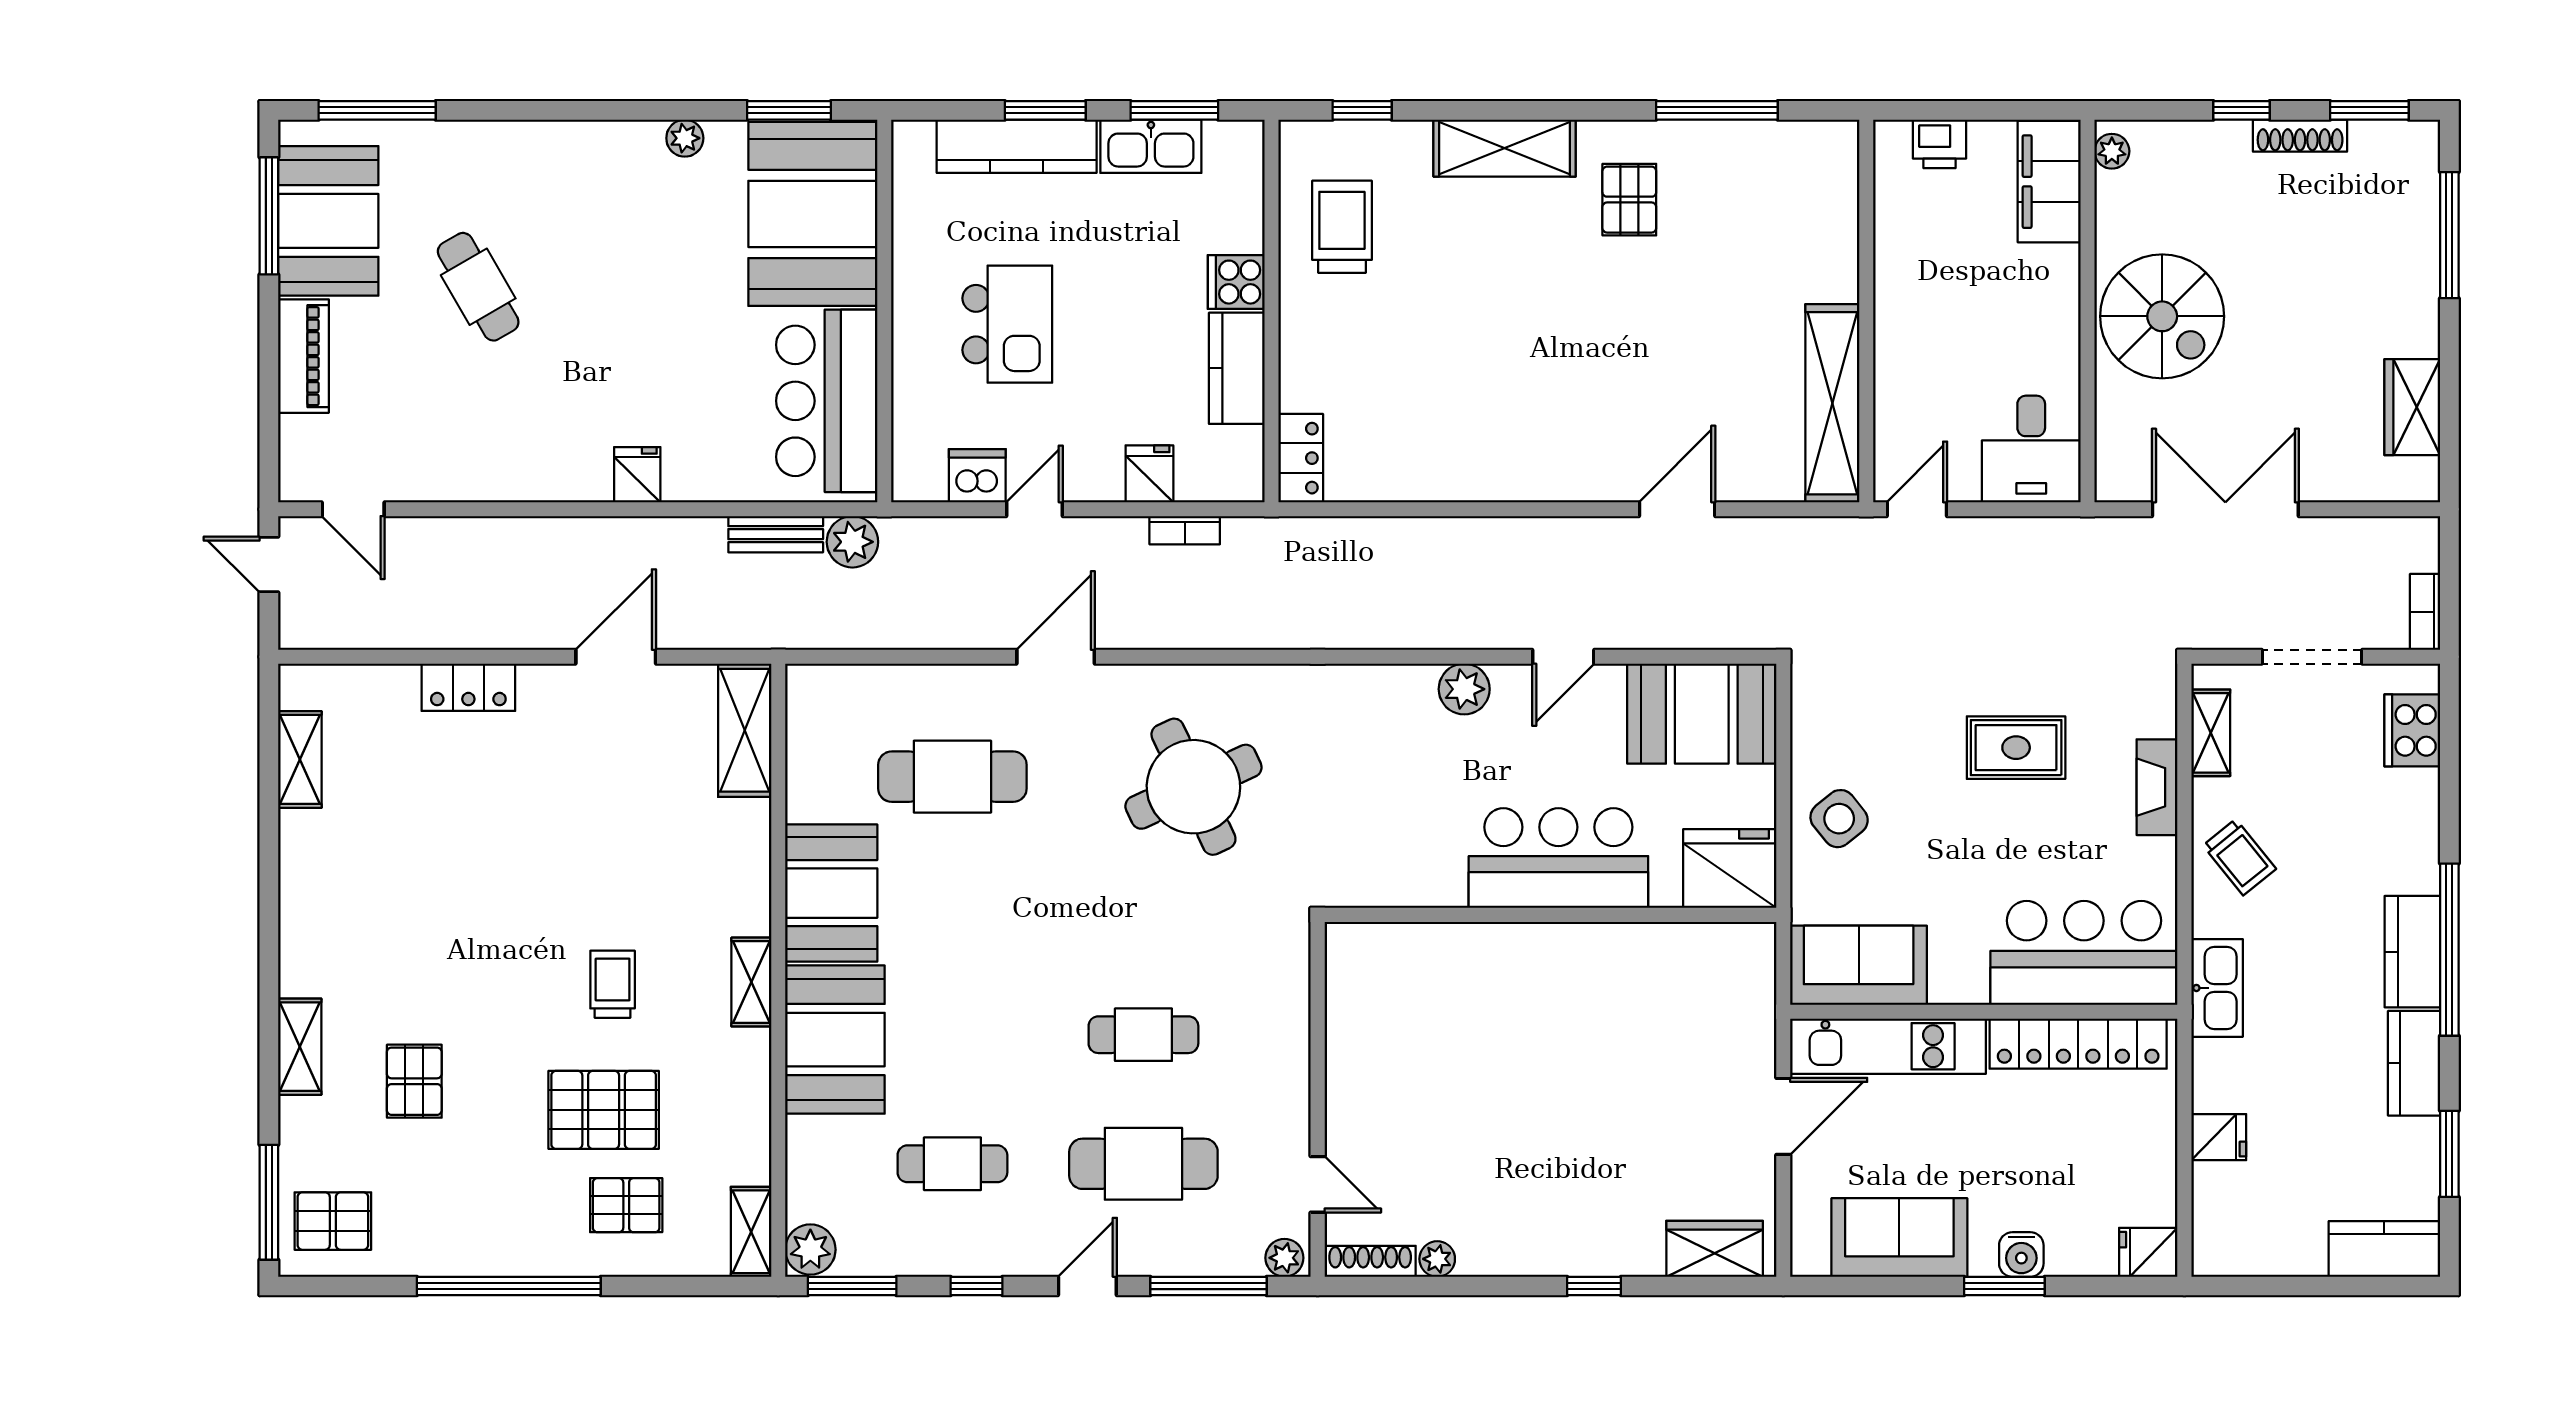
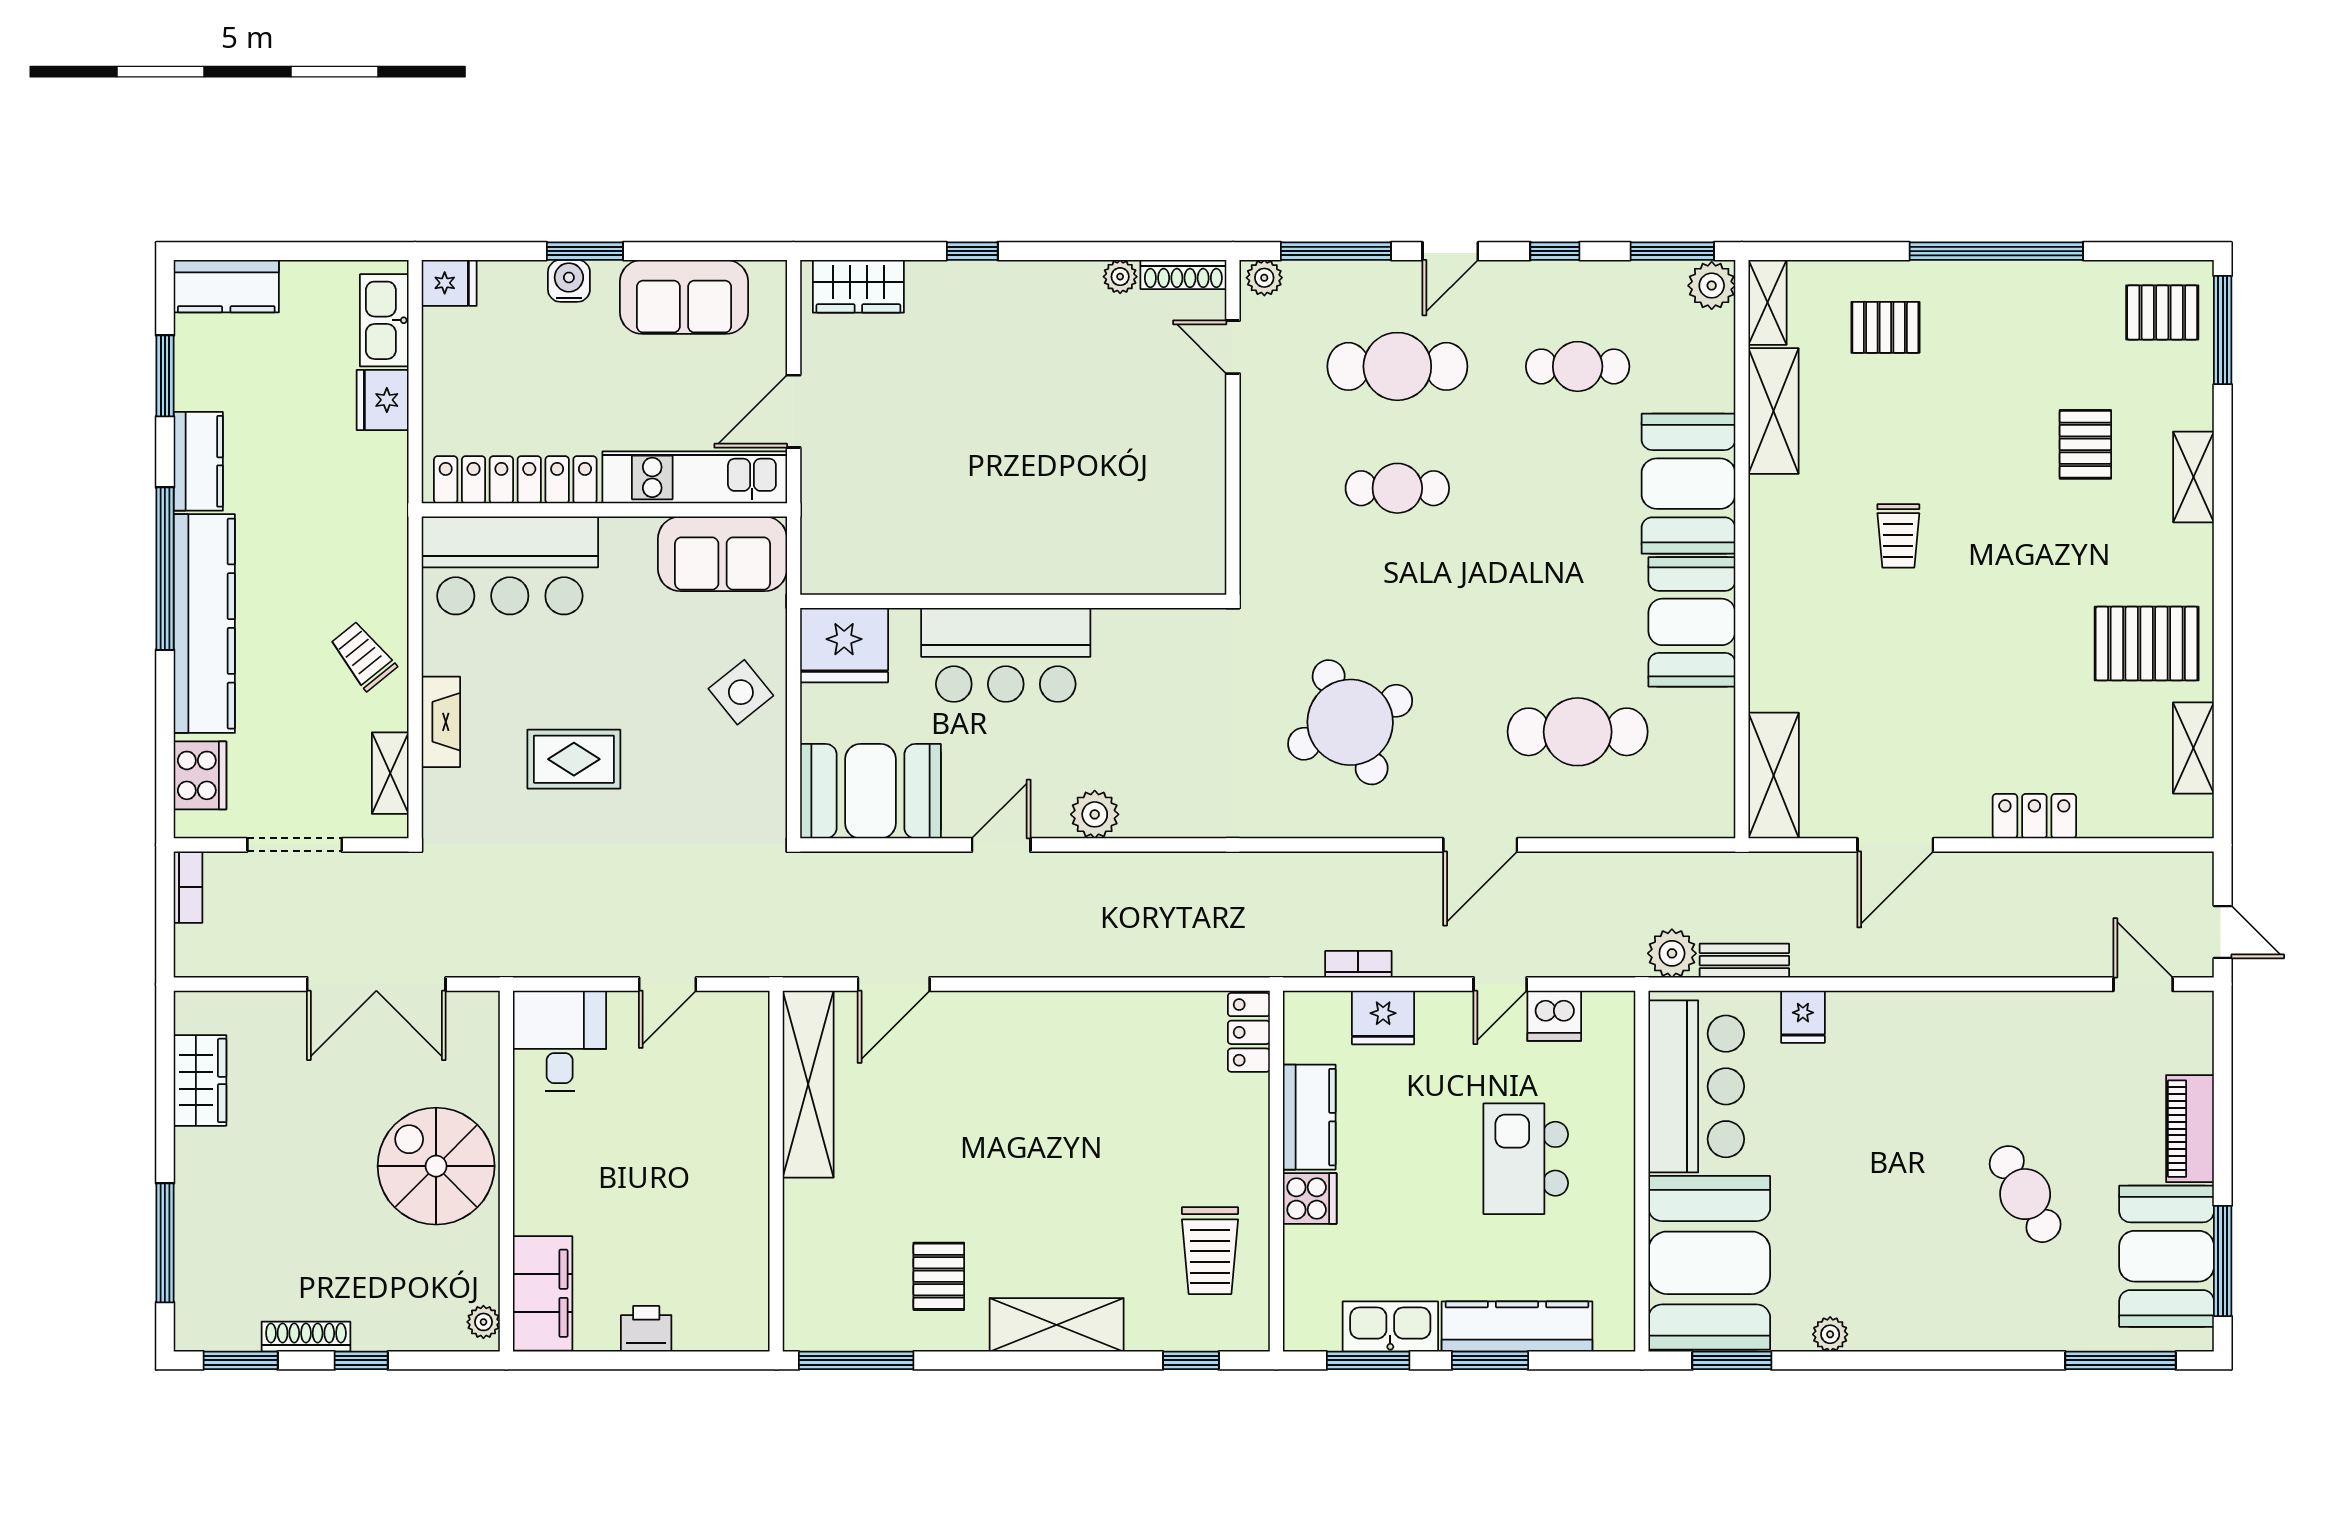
wall: (1866, 311) -> (776, 1171), moved
shelving: (1832, 403) -> (808, 1084), moved
fridge: (1149, 474) -> (1383, 1018), width x1.38
fridge: (637, 475) -> (1803, 1017), moved
kitchen counter: (2412, 952) -> (204, 624), width x2.08, depth x1.17
shelving: (751, 982) -> (1774, 411), moved, width x1.50, depth x1.33
kitchen sink: (2217, 988) -> (384, 320), moved
pallet: (604, 1110) -> (2147, 644), moved
fridge: (2219, 1137) -> (383, 400), width x1.38

